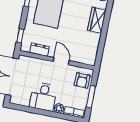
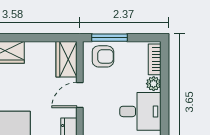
wardrobe: (85, 57) -> (67, 59), added
window: (91, 97) -> (109, 38), moved

